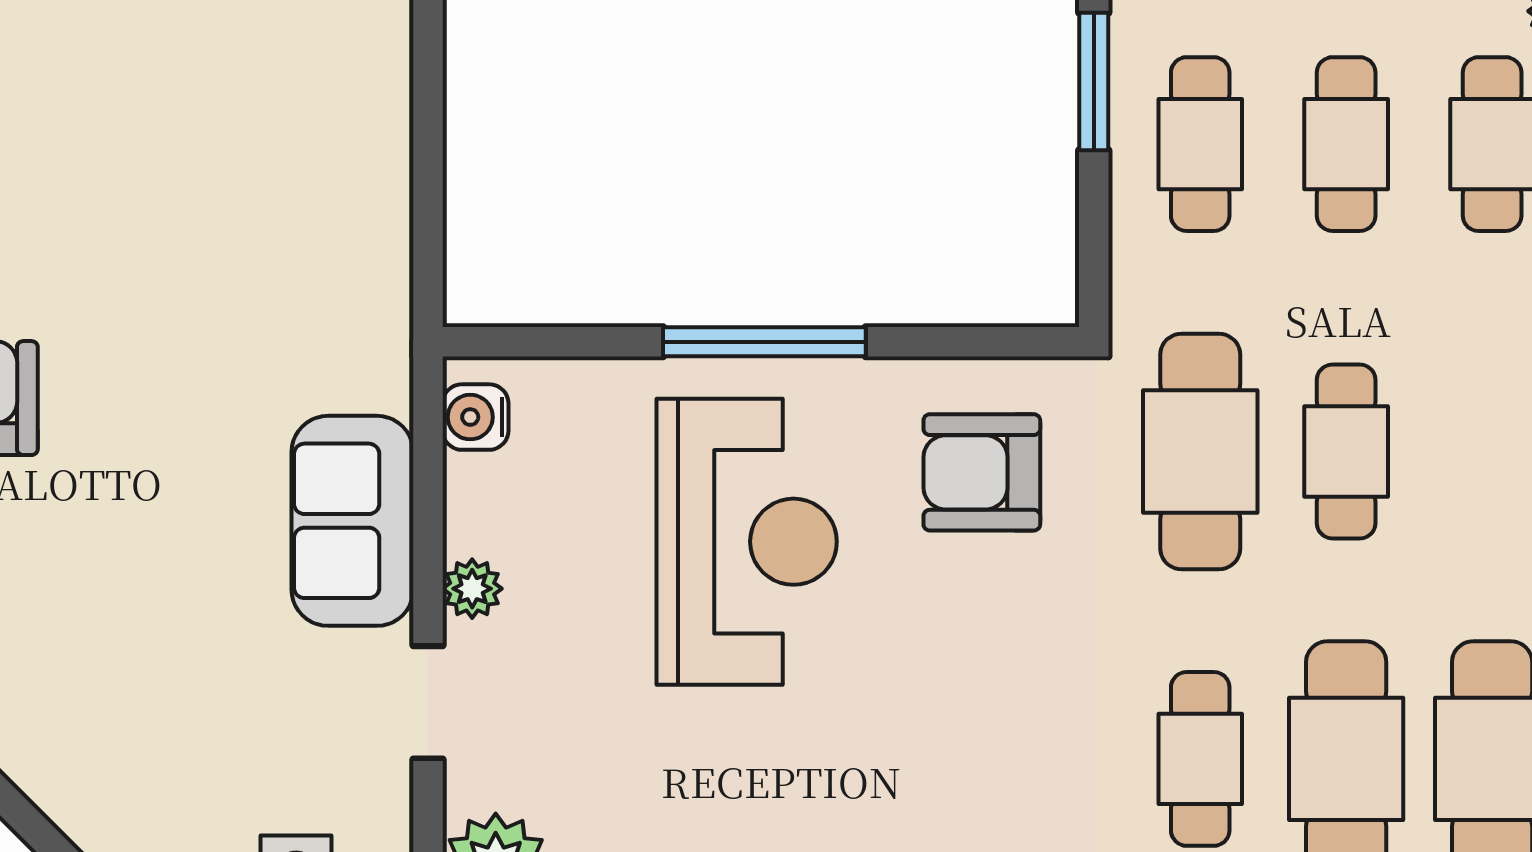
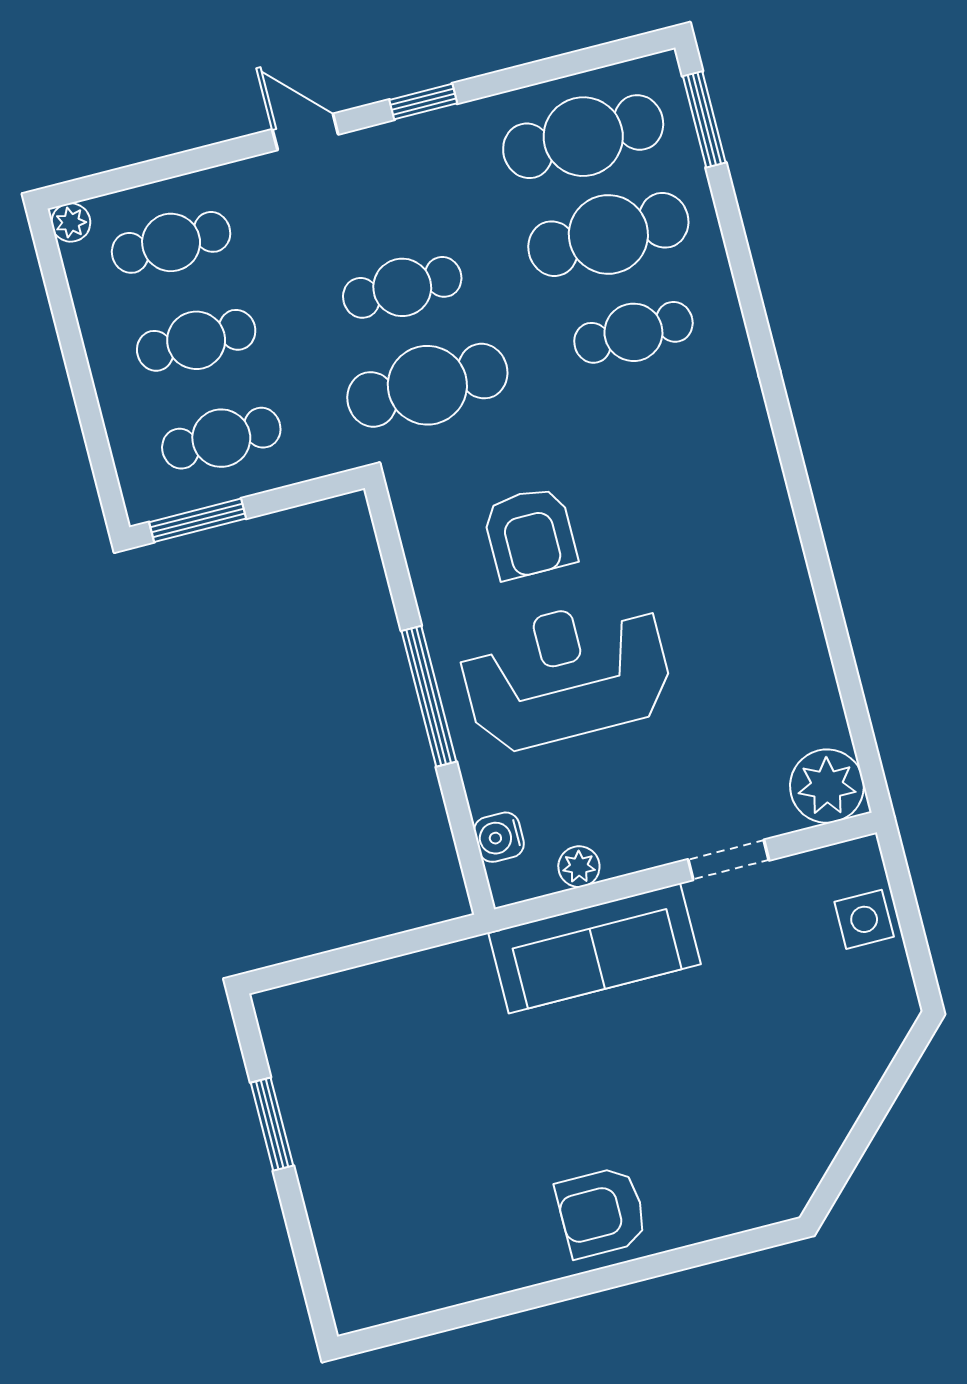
water cooler: (475, 417) -> (499, 837), moved, turned 90
armchair: (982, 472) -> (530, 533), moved
sofa: (352, 521) -> (594, 948), width x1.36
plant: (472, 589) -> (579, 867), moved

